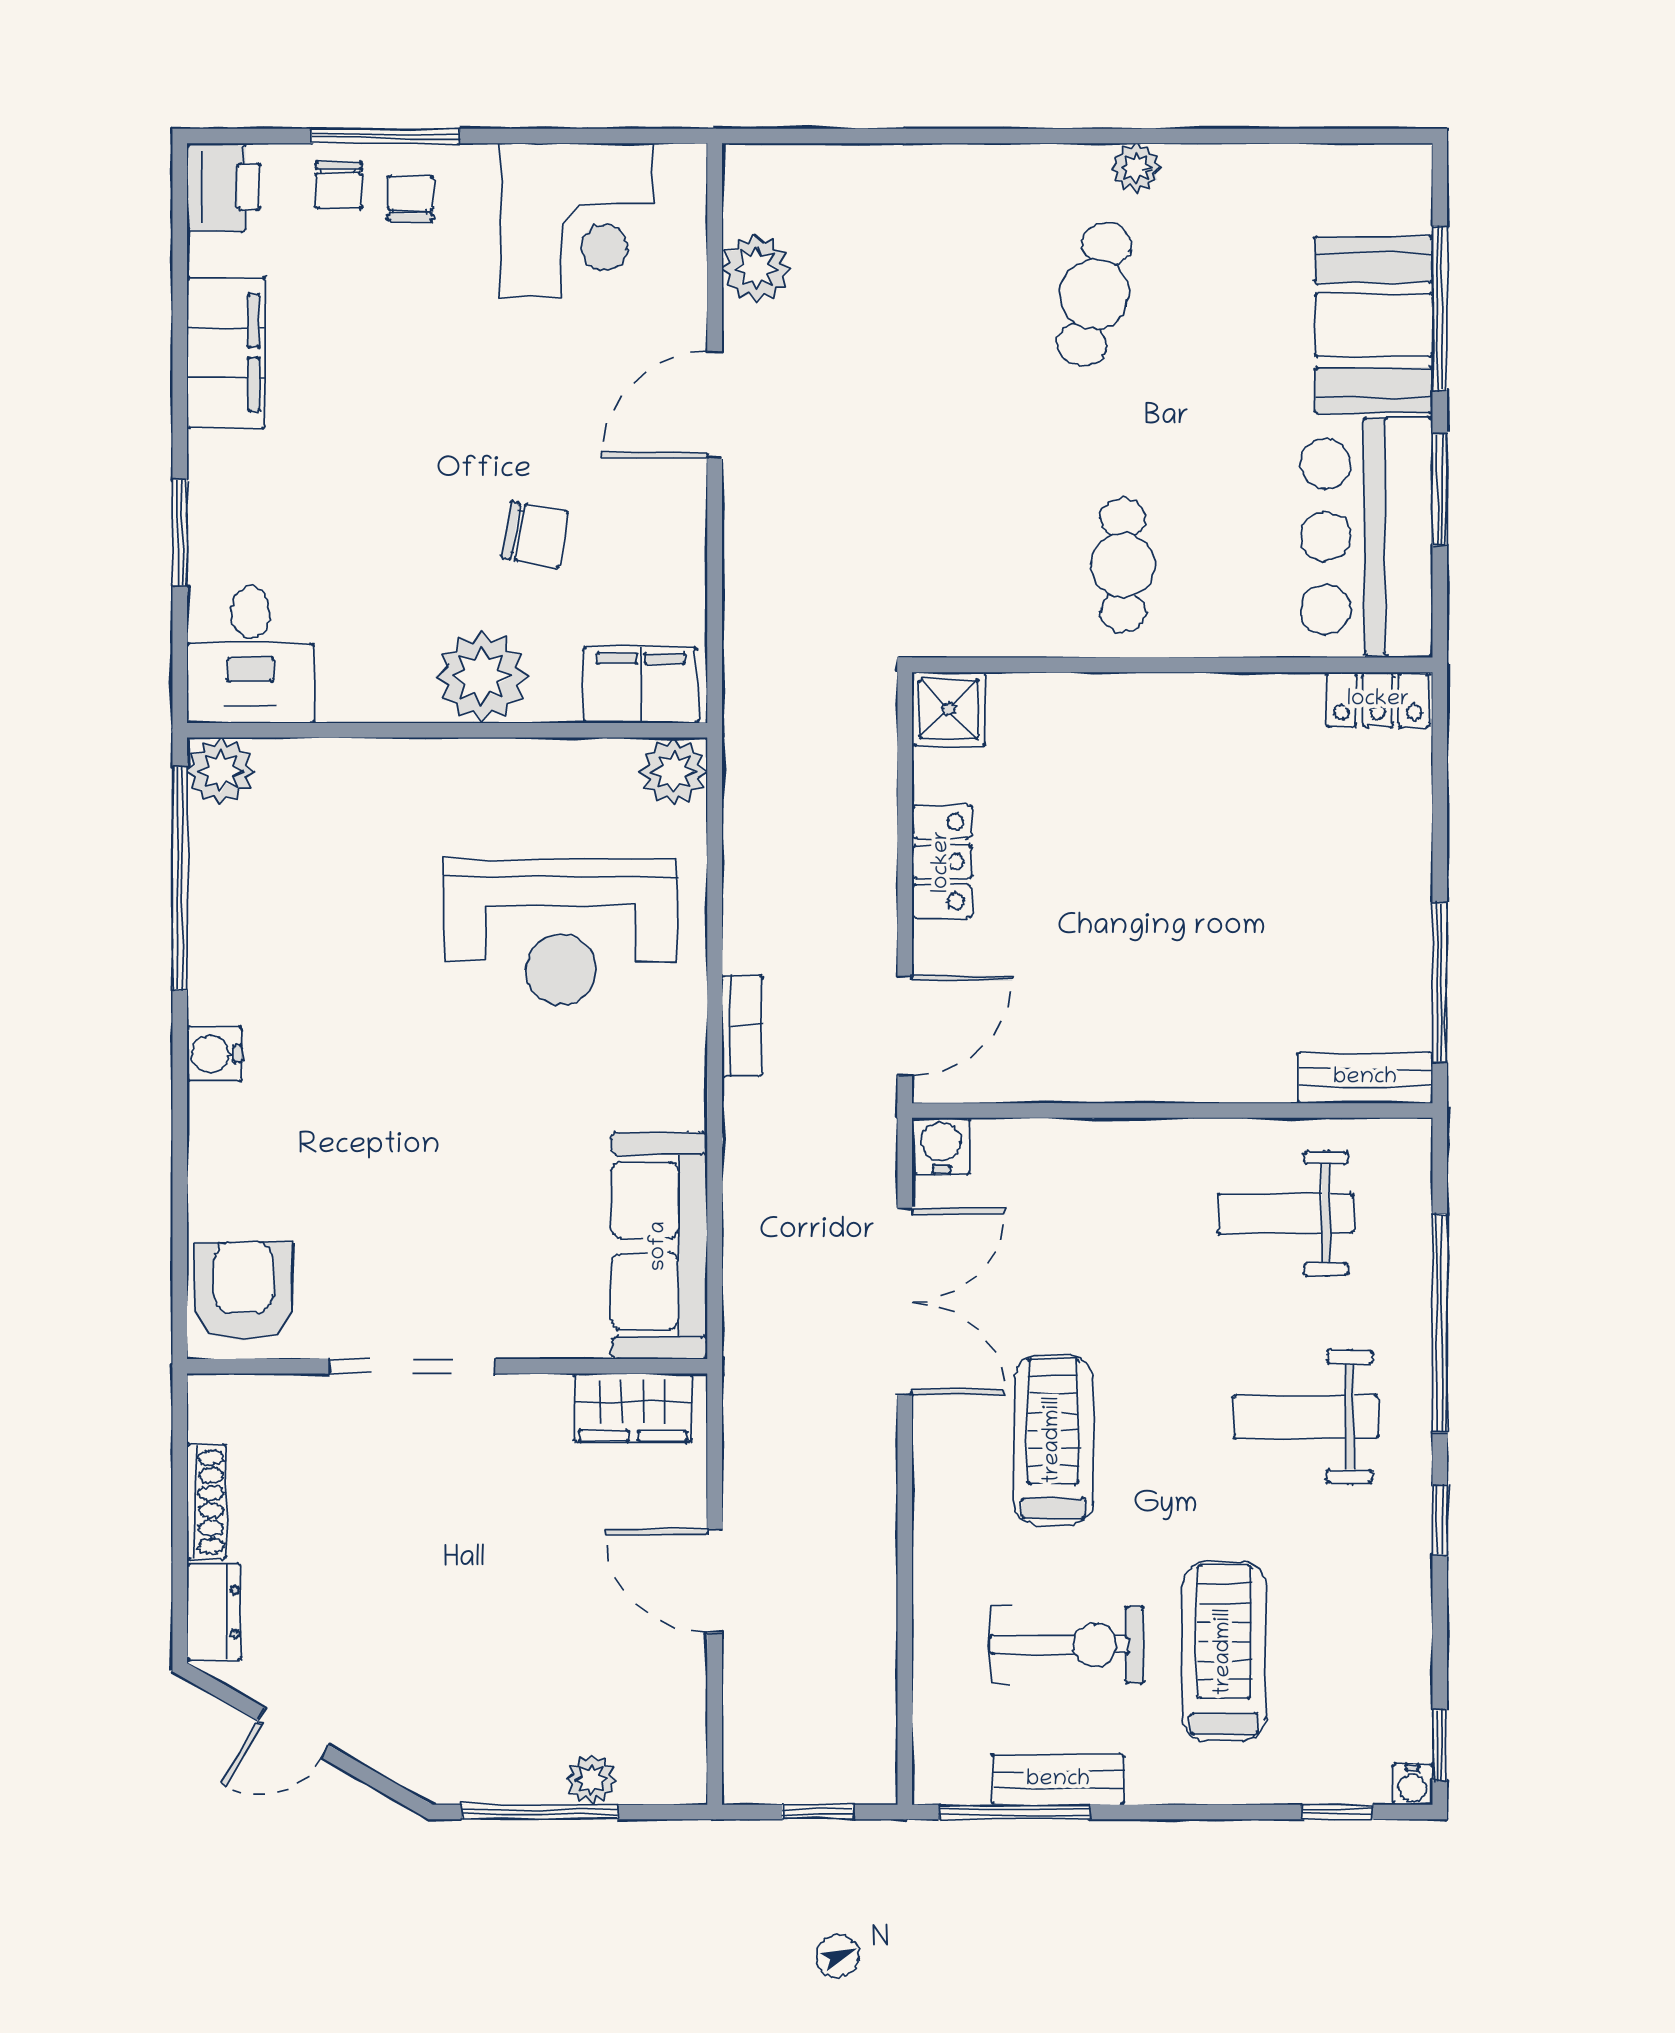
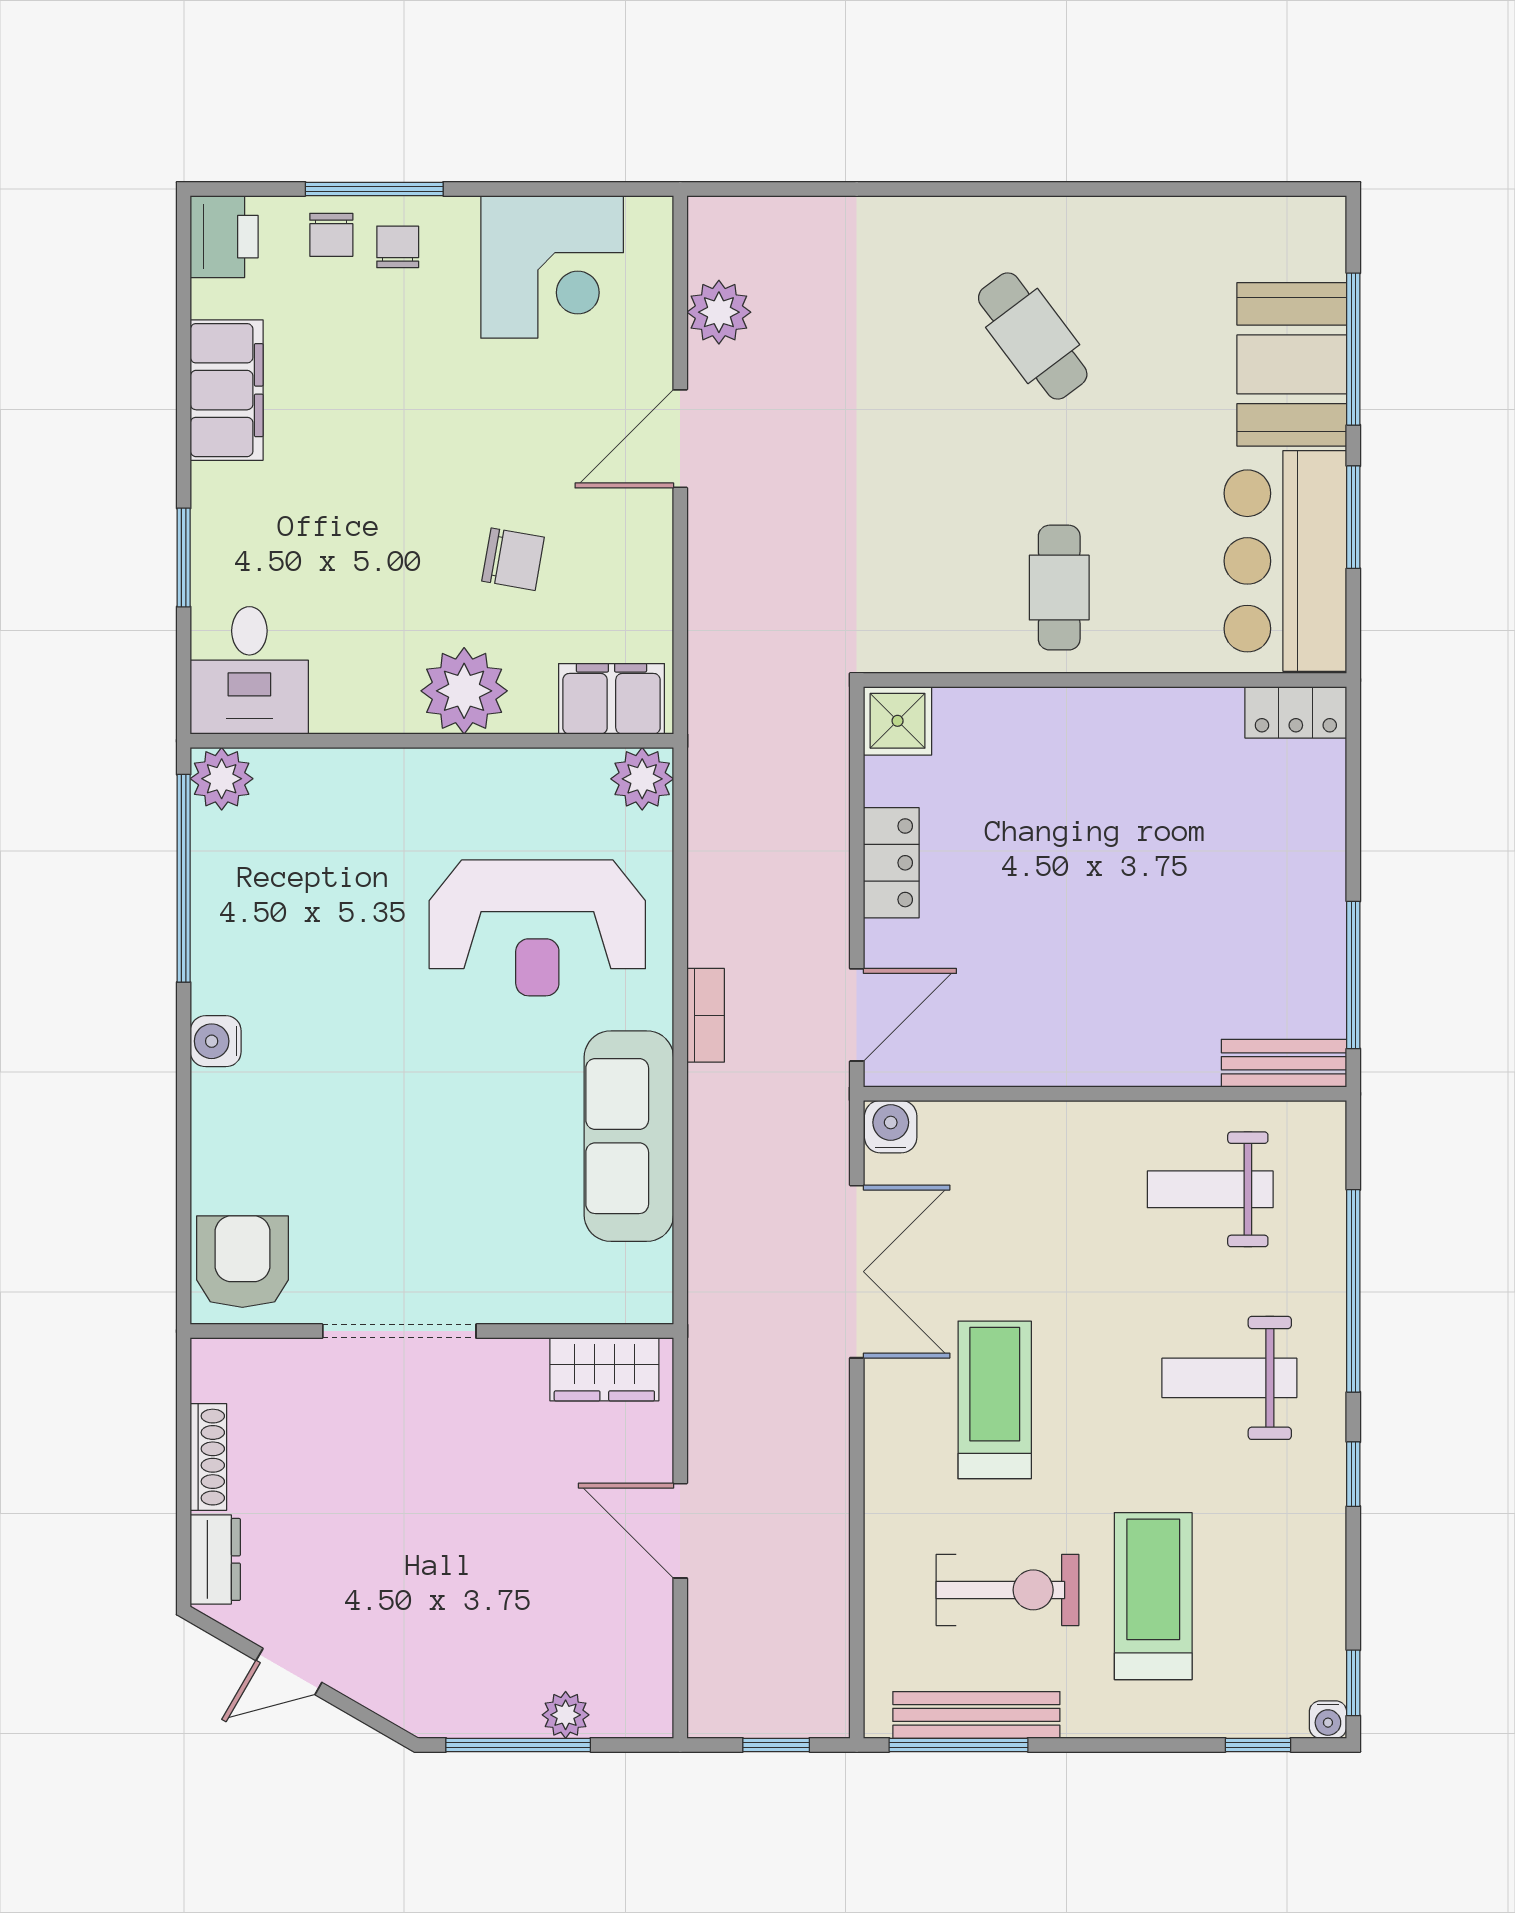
plant: (1136, 168) -> (1071, 219), removed
cafe table: (1094, 294) -> (1033, 336), turned -51
sofa: (659, 1246) -> (629, 1136), moved
bench: (1058, 1780) -> (976, 1715), width x1.36

